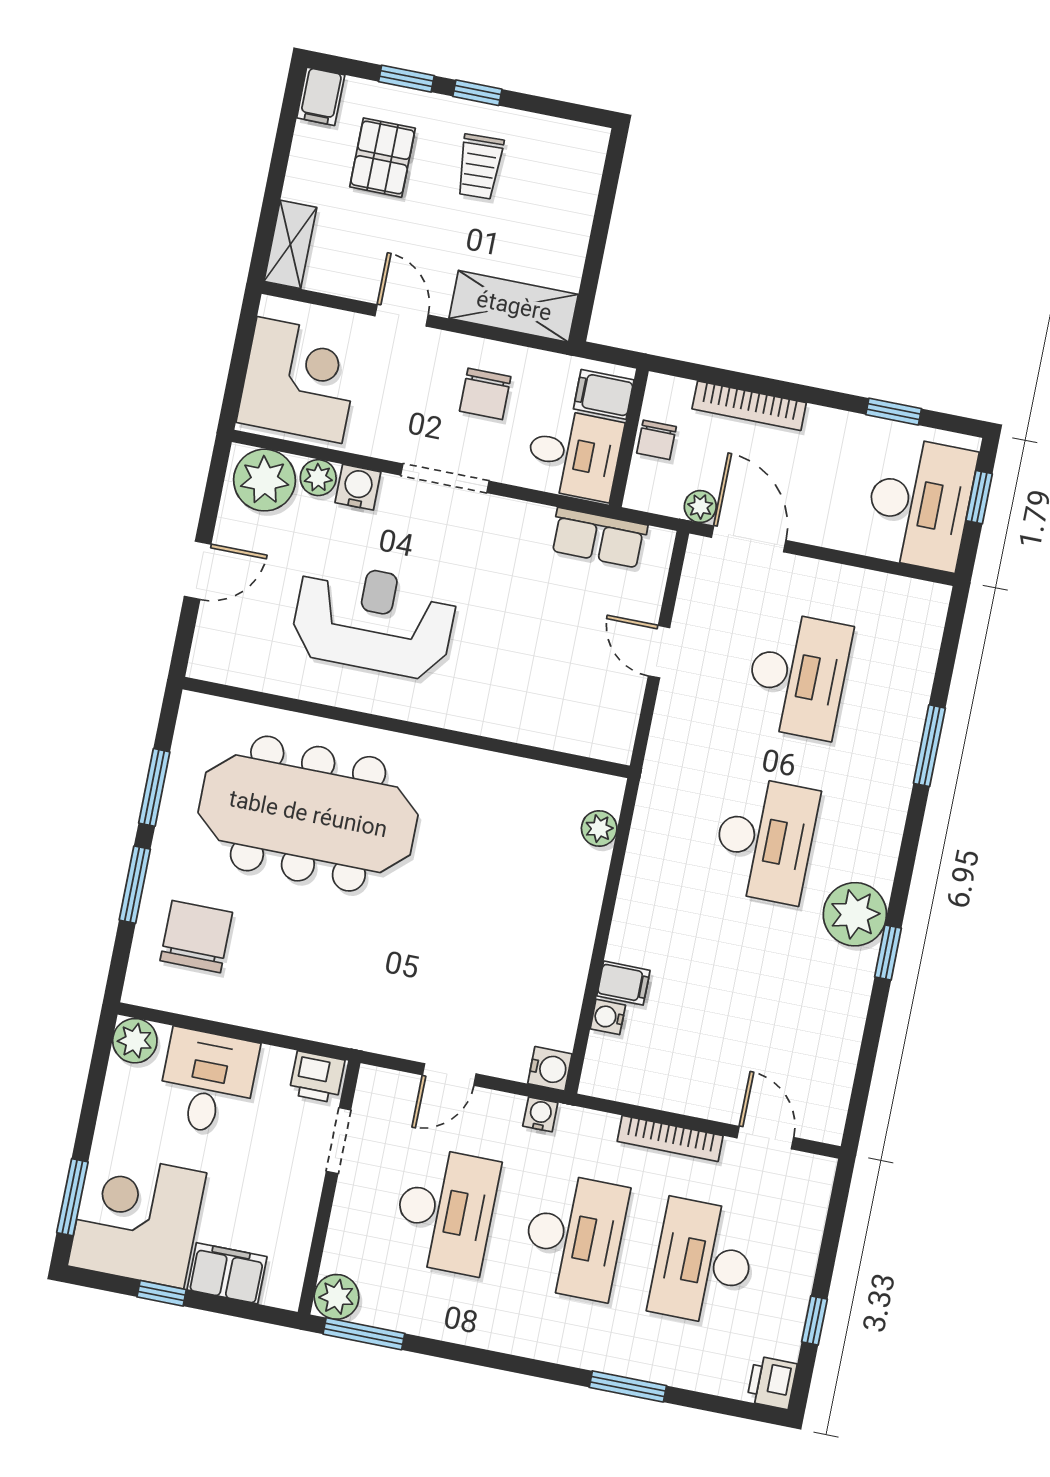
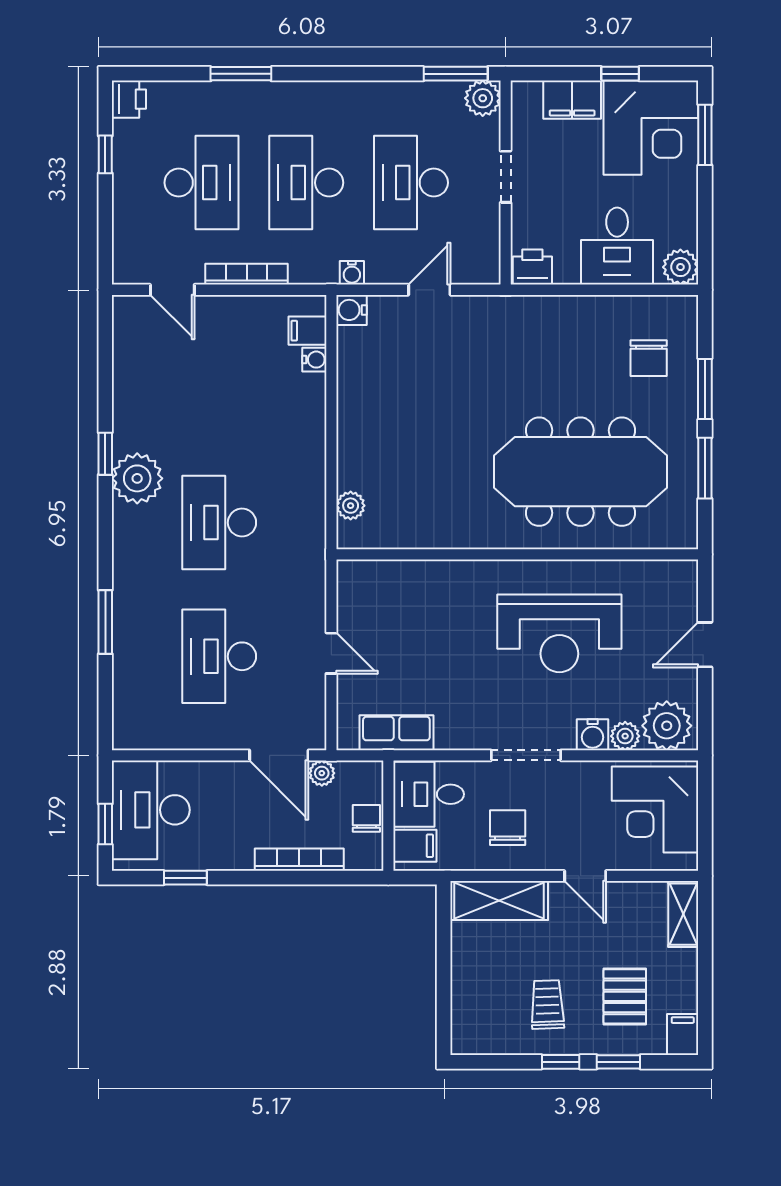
chair: (196, 937) -> (649, 358), width x0.73, depth x0.73
filing cabinet: (623, 983) -> (307, 331), moved
doorway: (339, 1141) -> (506, 177), moved

